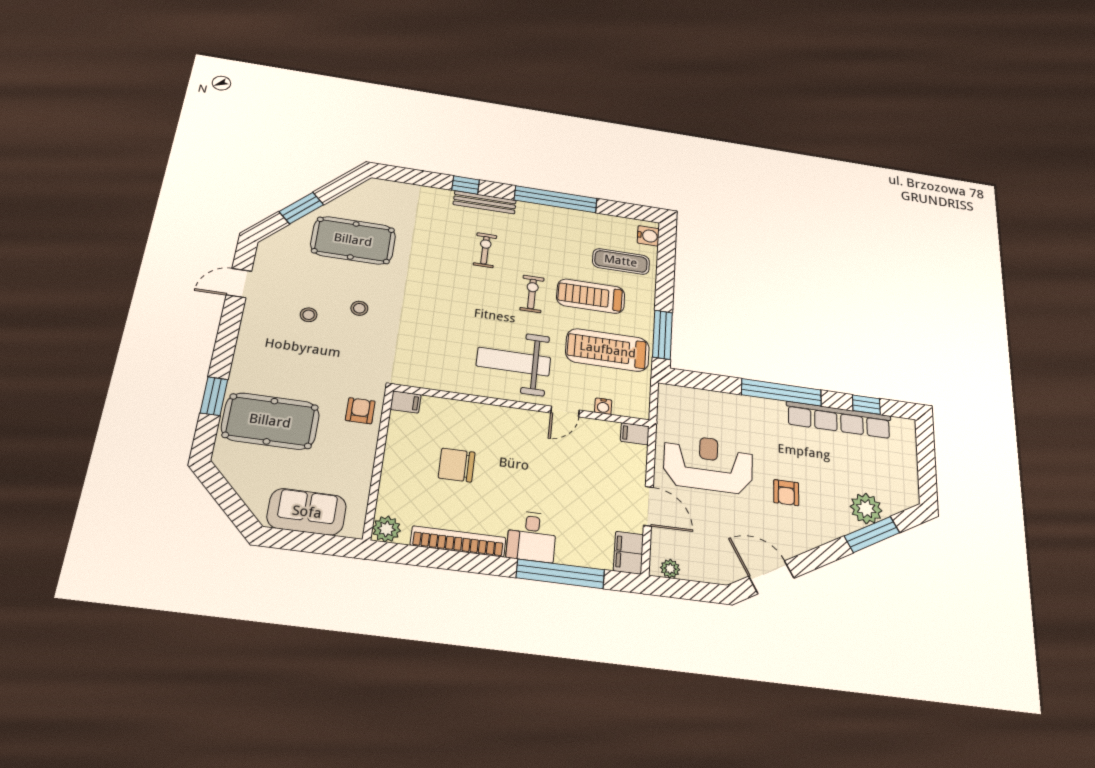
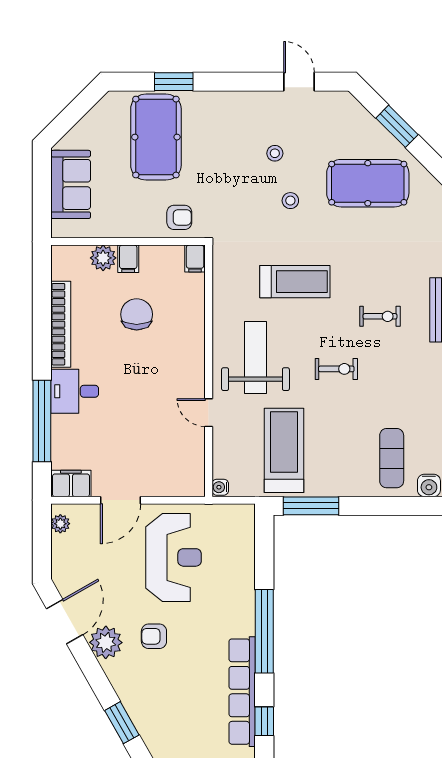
pool table: (353, 240) -> (368, 183), turned 90
treadmill: (591, 296) -> (295, 282), moved, turned 90
water cooler: (603, 406) -> (220, 487), moved
filing cabinet: (635, 434) -> (128, 259), moved, turned 180
plant: (866, 509) -> (106, 642), moved
plant: (386, 529) -> (103, 258), moved
window: (872, 534) -> (122, 723), width x0.69

